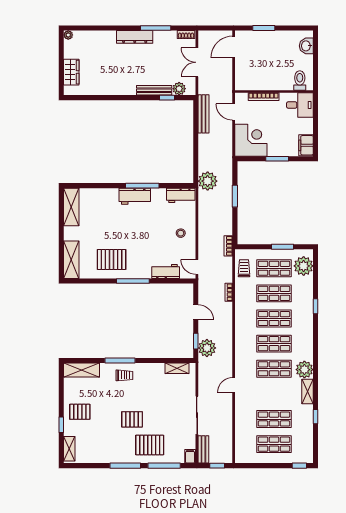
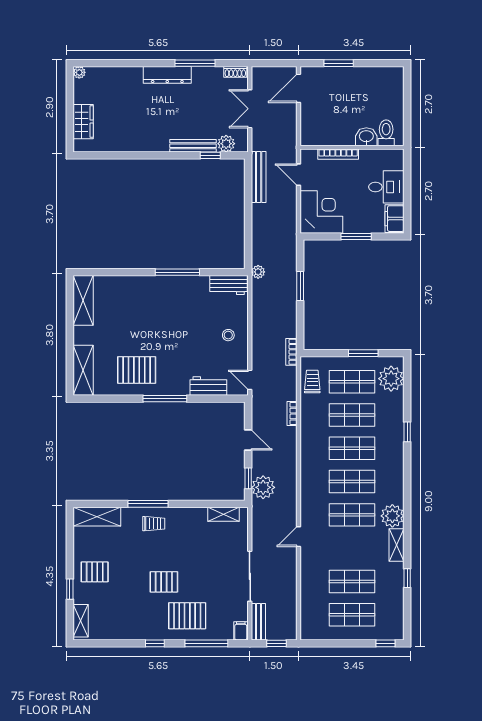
washbasin: (306, 46) -> (366, 137), moved, turned 90
desk: (300, 105) -> (386, 187), moved
plant: (208, 181) -> (258, 272), width x0.53, depth x0.53
workbench: (135, 196) -> (167, 286), removed
window: (125, 466) -> (155, 643), width x0.46

